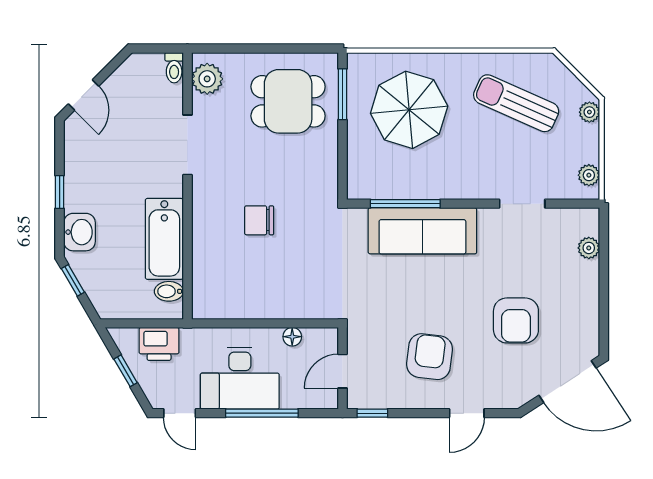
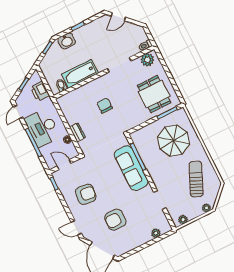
dresser: (287, 308) -> (77, 132), added
door: (467, 413) -> (76, 228), moved

